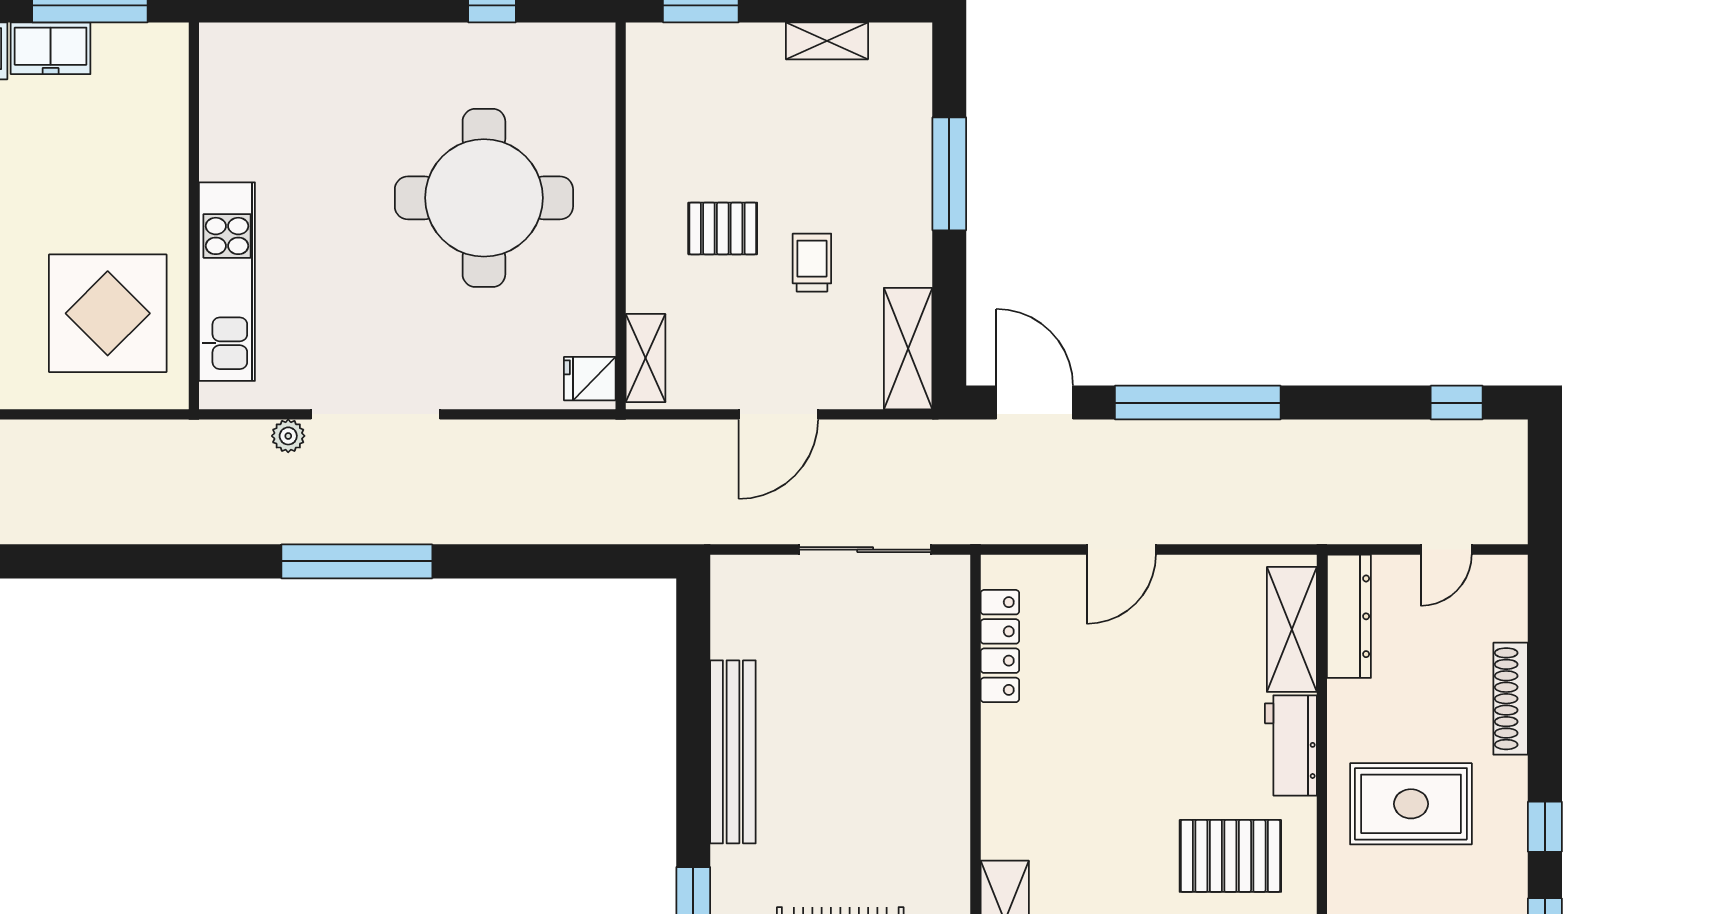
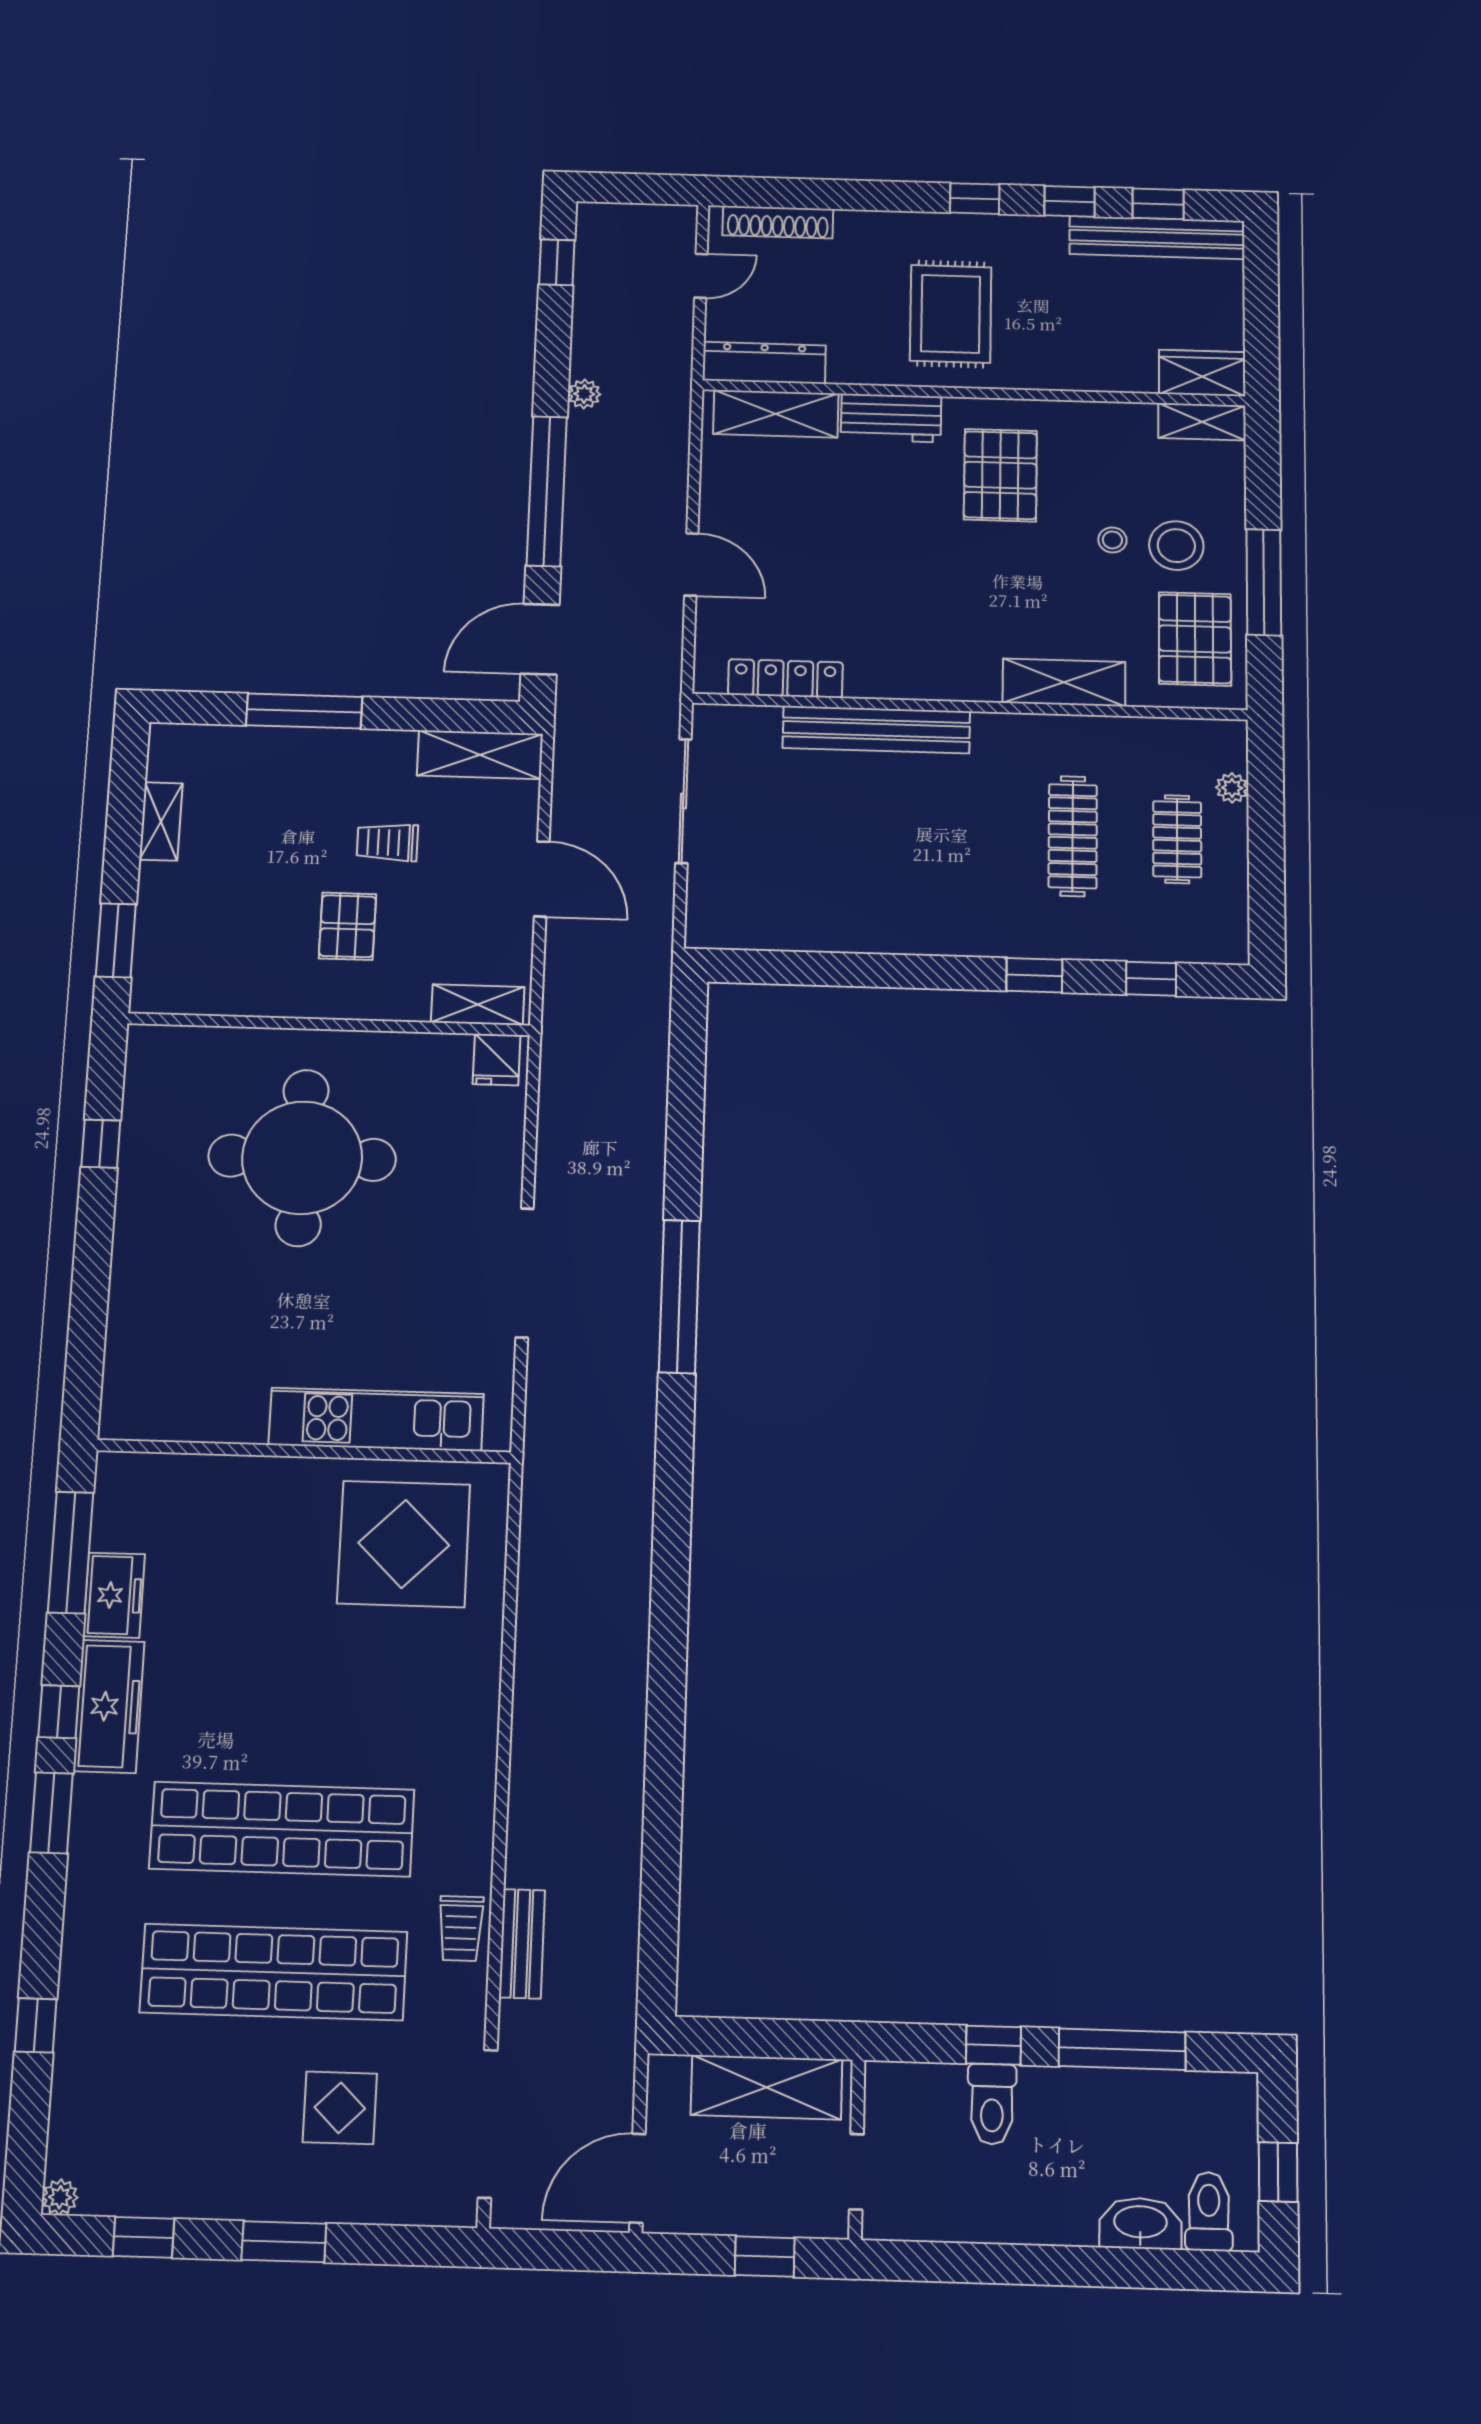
plant: (288, 436) -> (584, 394), moved
door: (1446, 550) -> (701, 276), hinge flipped
shoe rack: (1511, 699) -> (778, 222), moved
bench: (733, 752) -> (876, 730), moved

